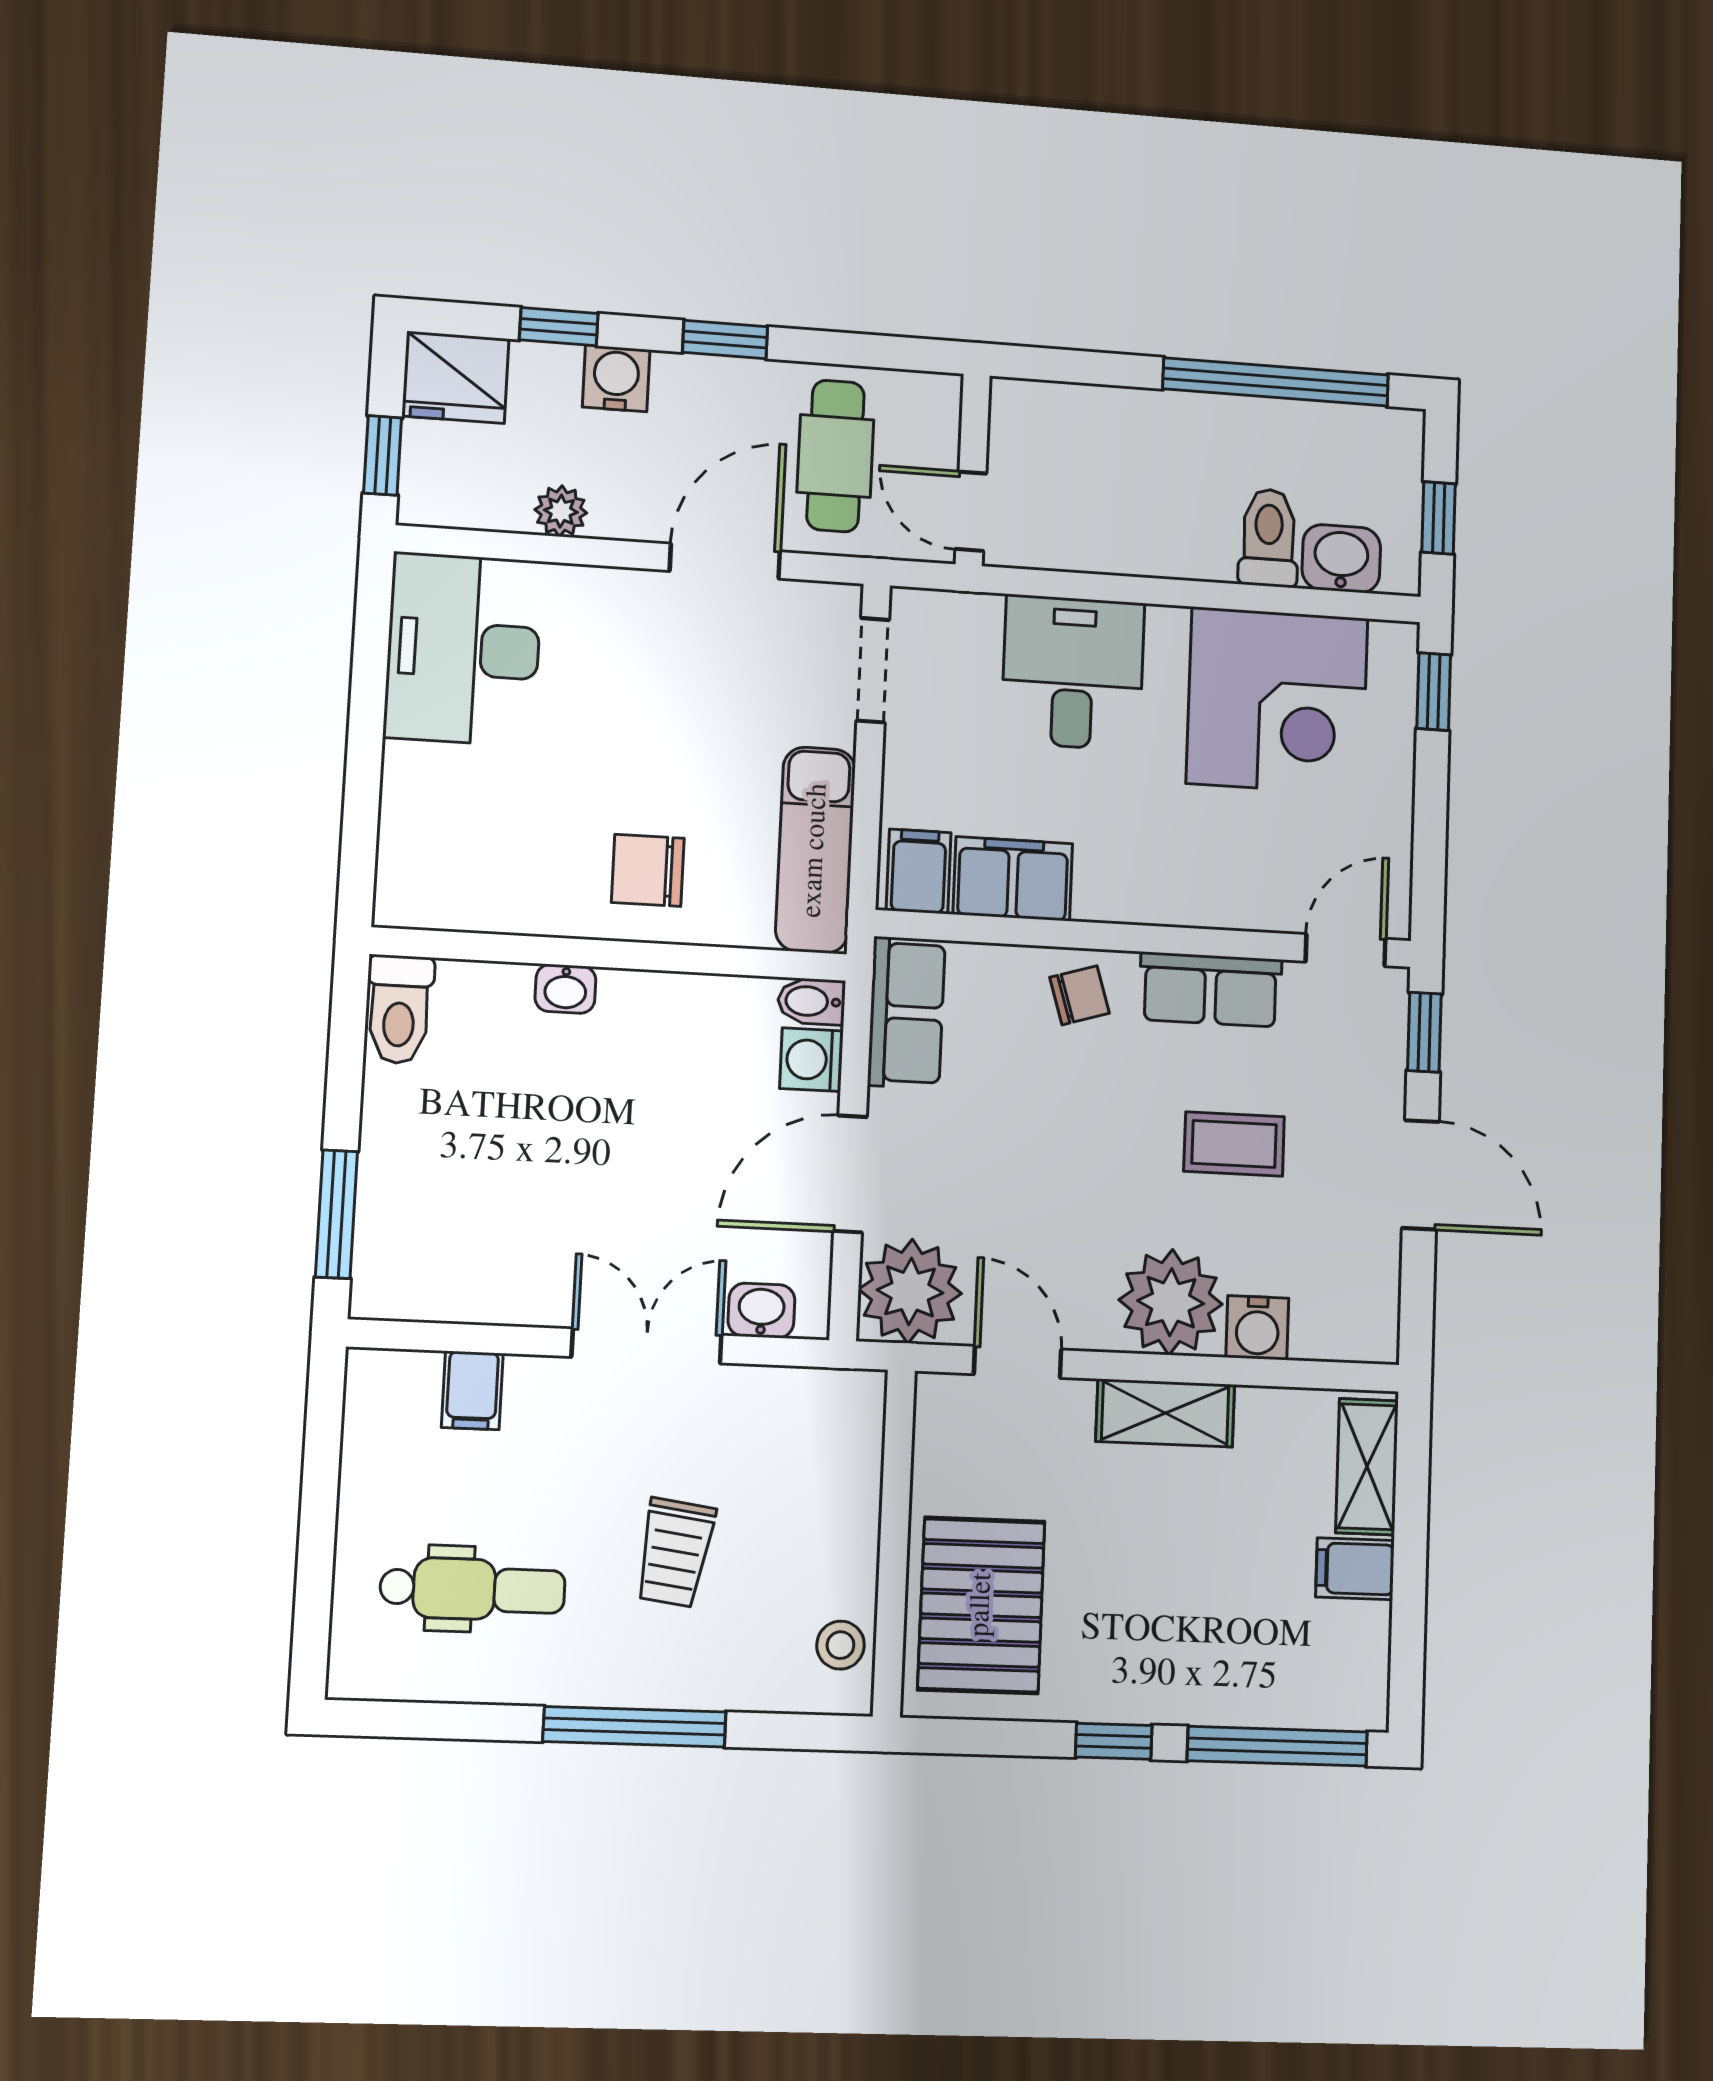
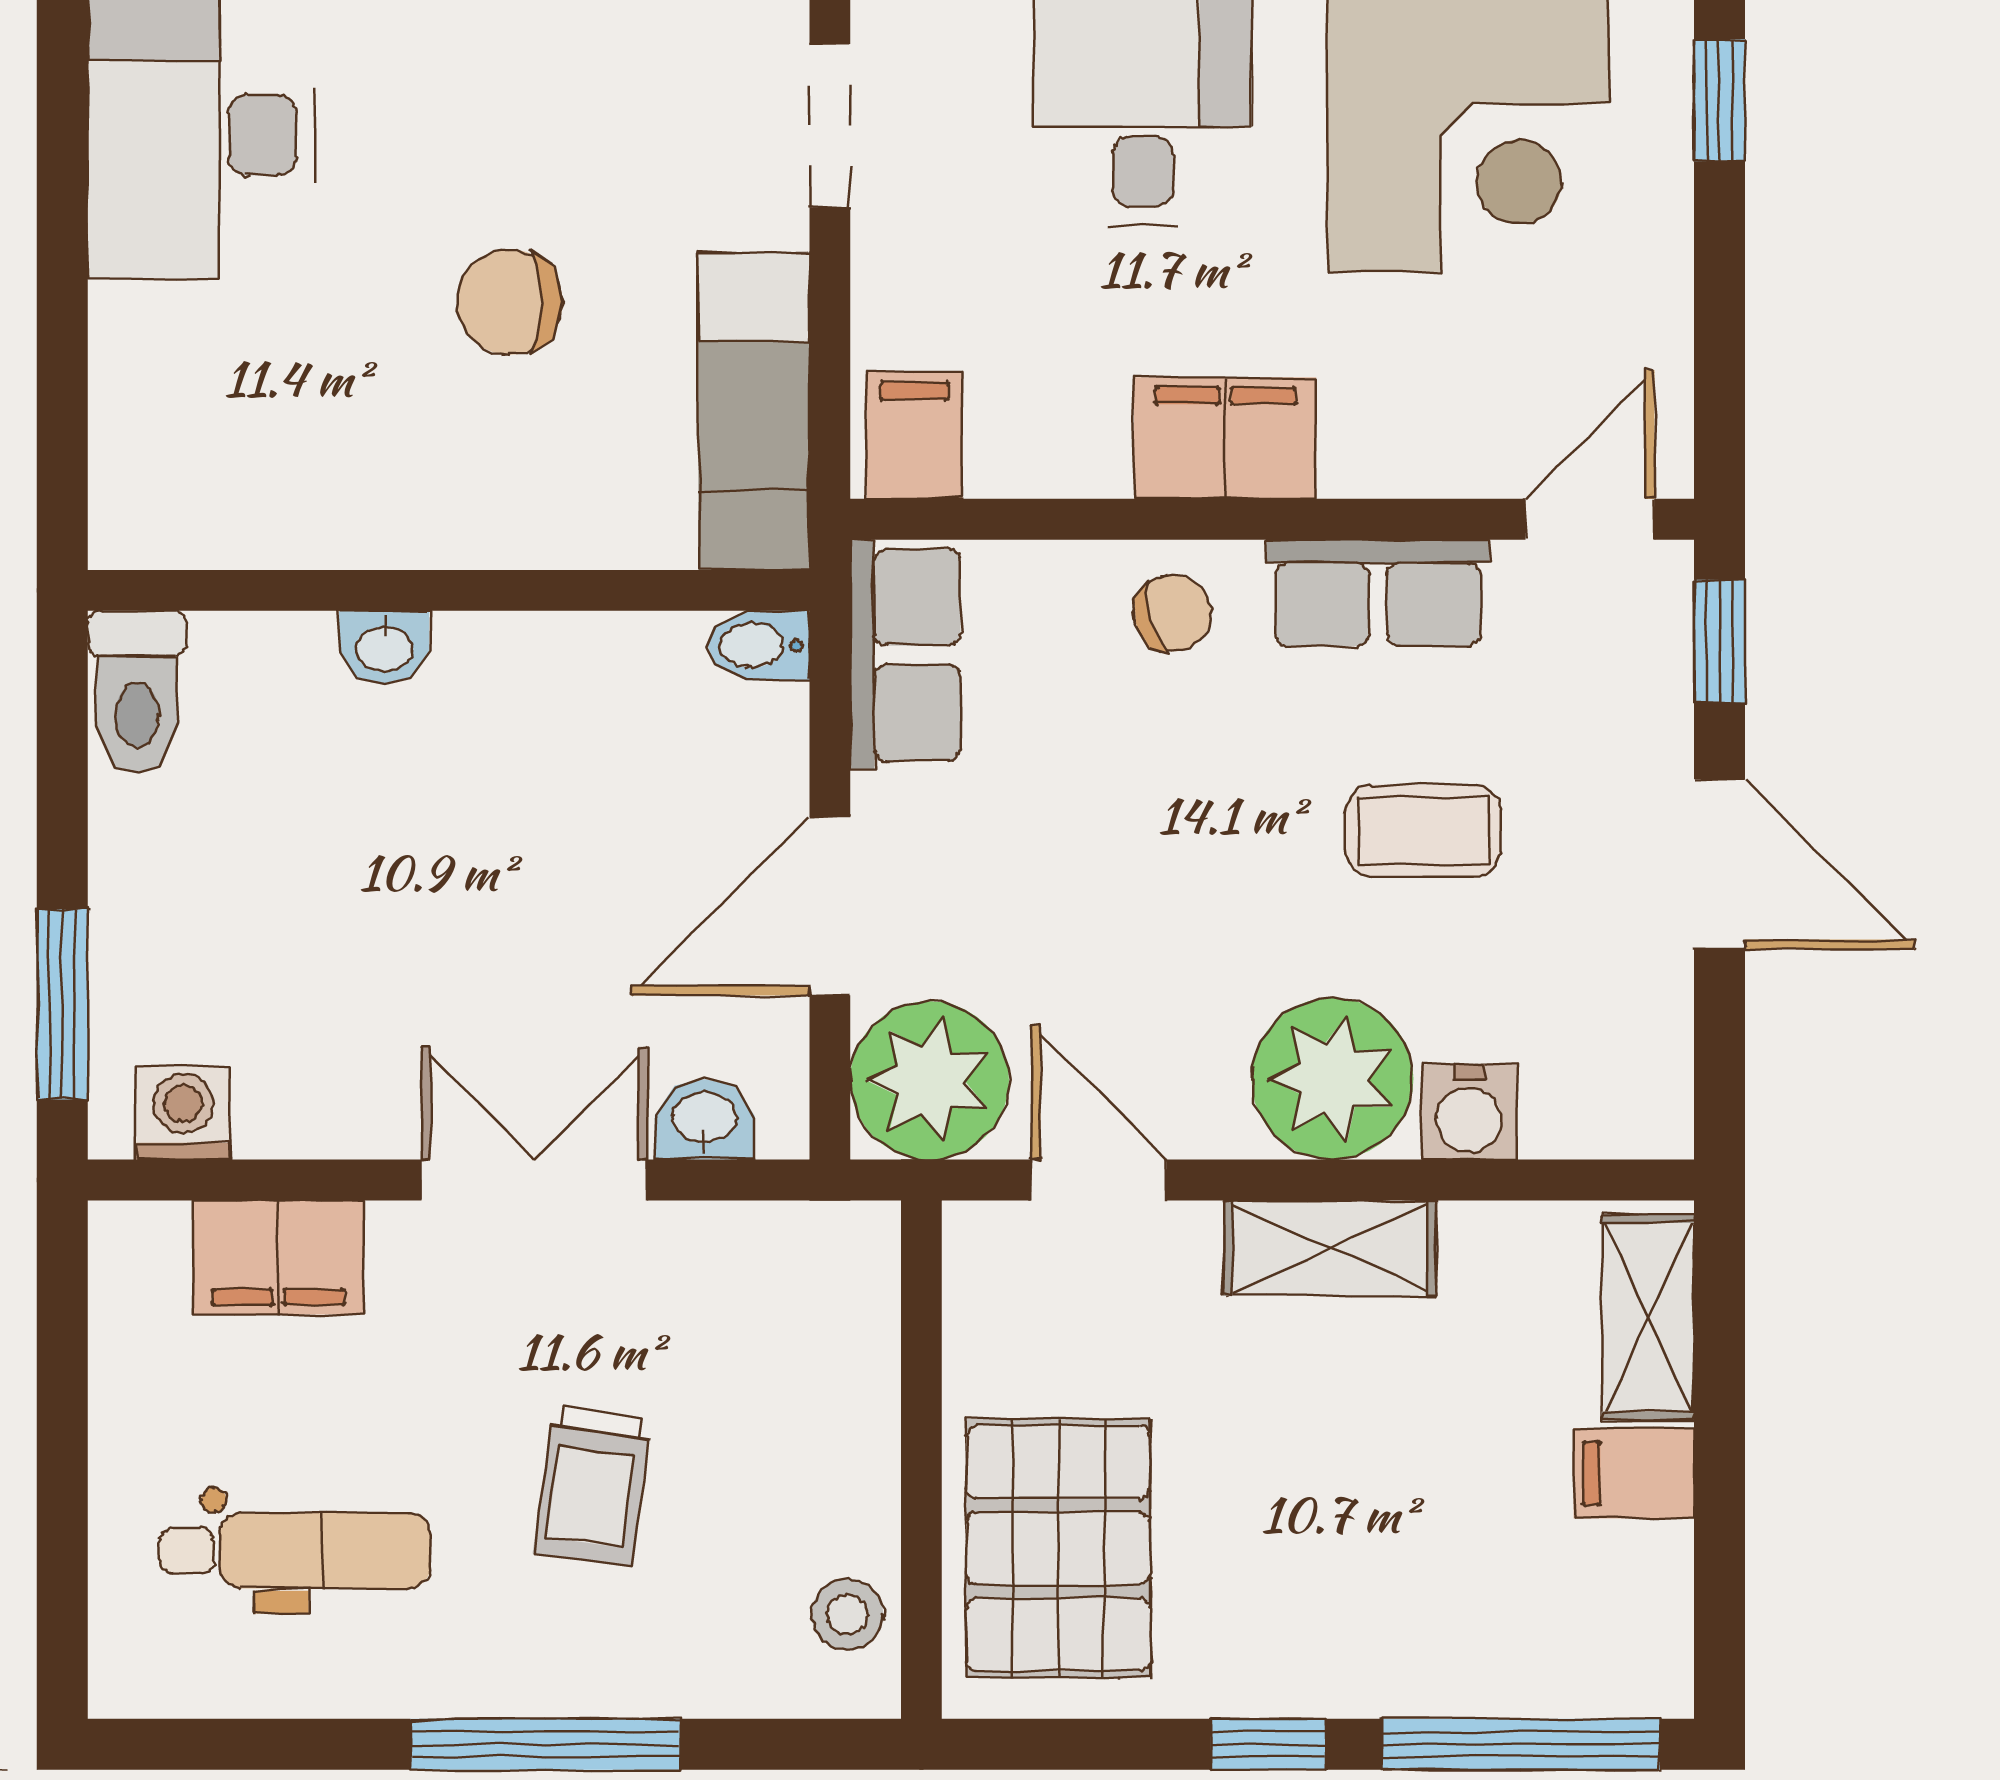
chair: (648, 870) -> (510, 302), moved
filing cabinet: (1013, 879) -> (1225, 438), moved
washing machine: (812, 1060) -> (183, 1113), moved, turned 90
filing cabinet: (472, 1390) -> (278, 1257), width x2.00

